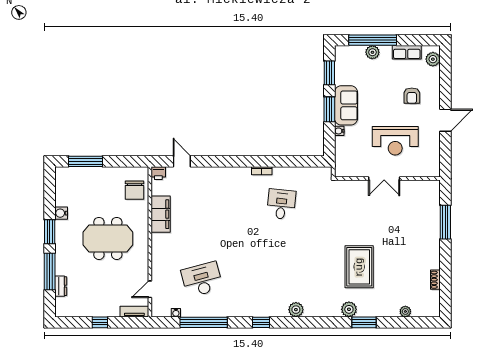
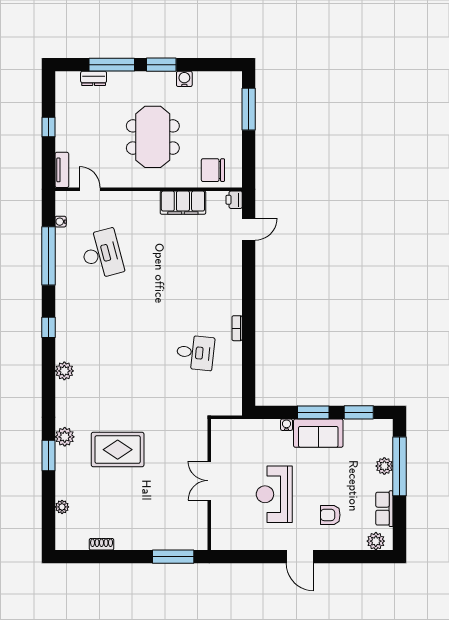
double door: (384, 179) -> (209, 481), moved
wall: (387, 179) -> (209, 485), moved

